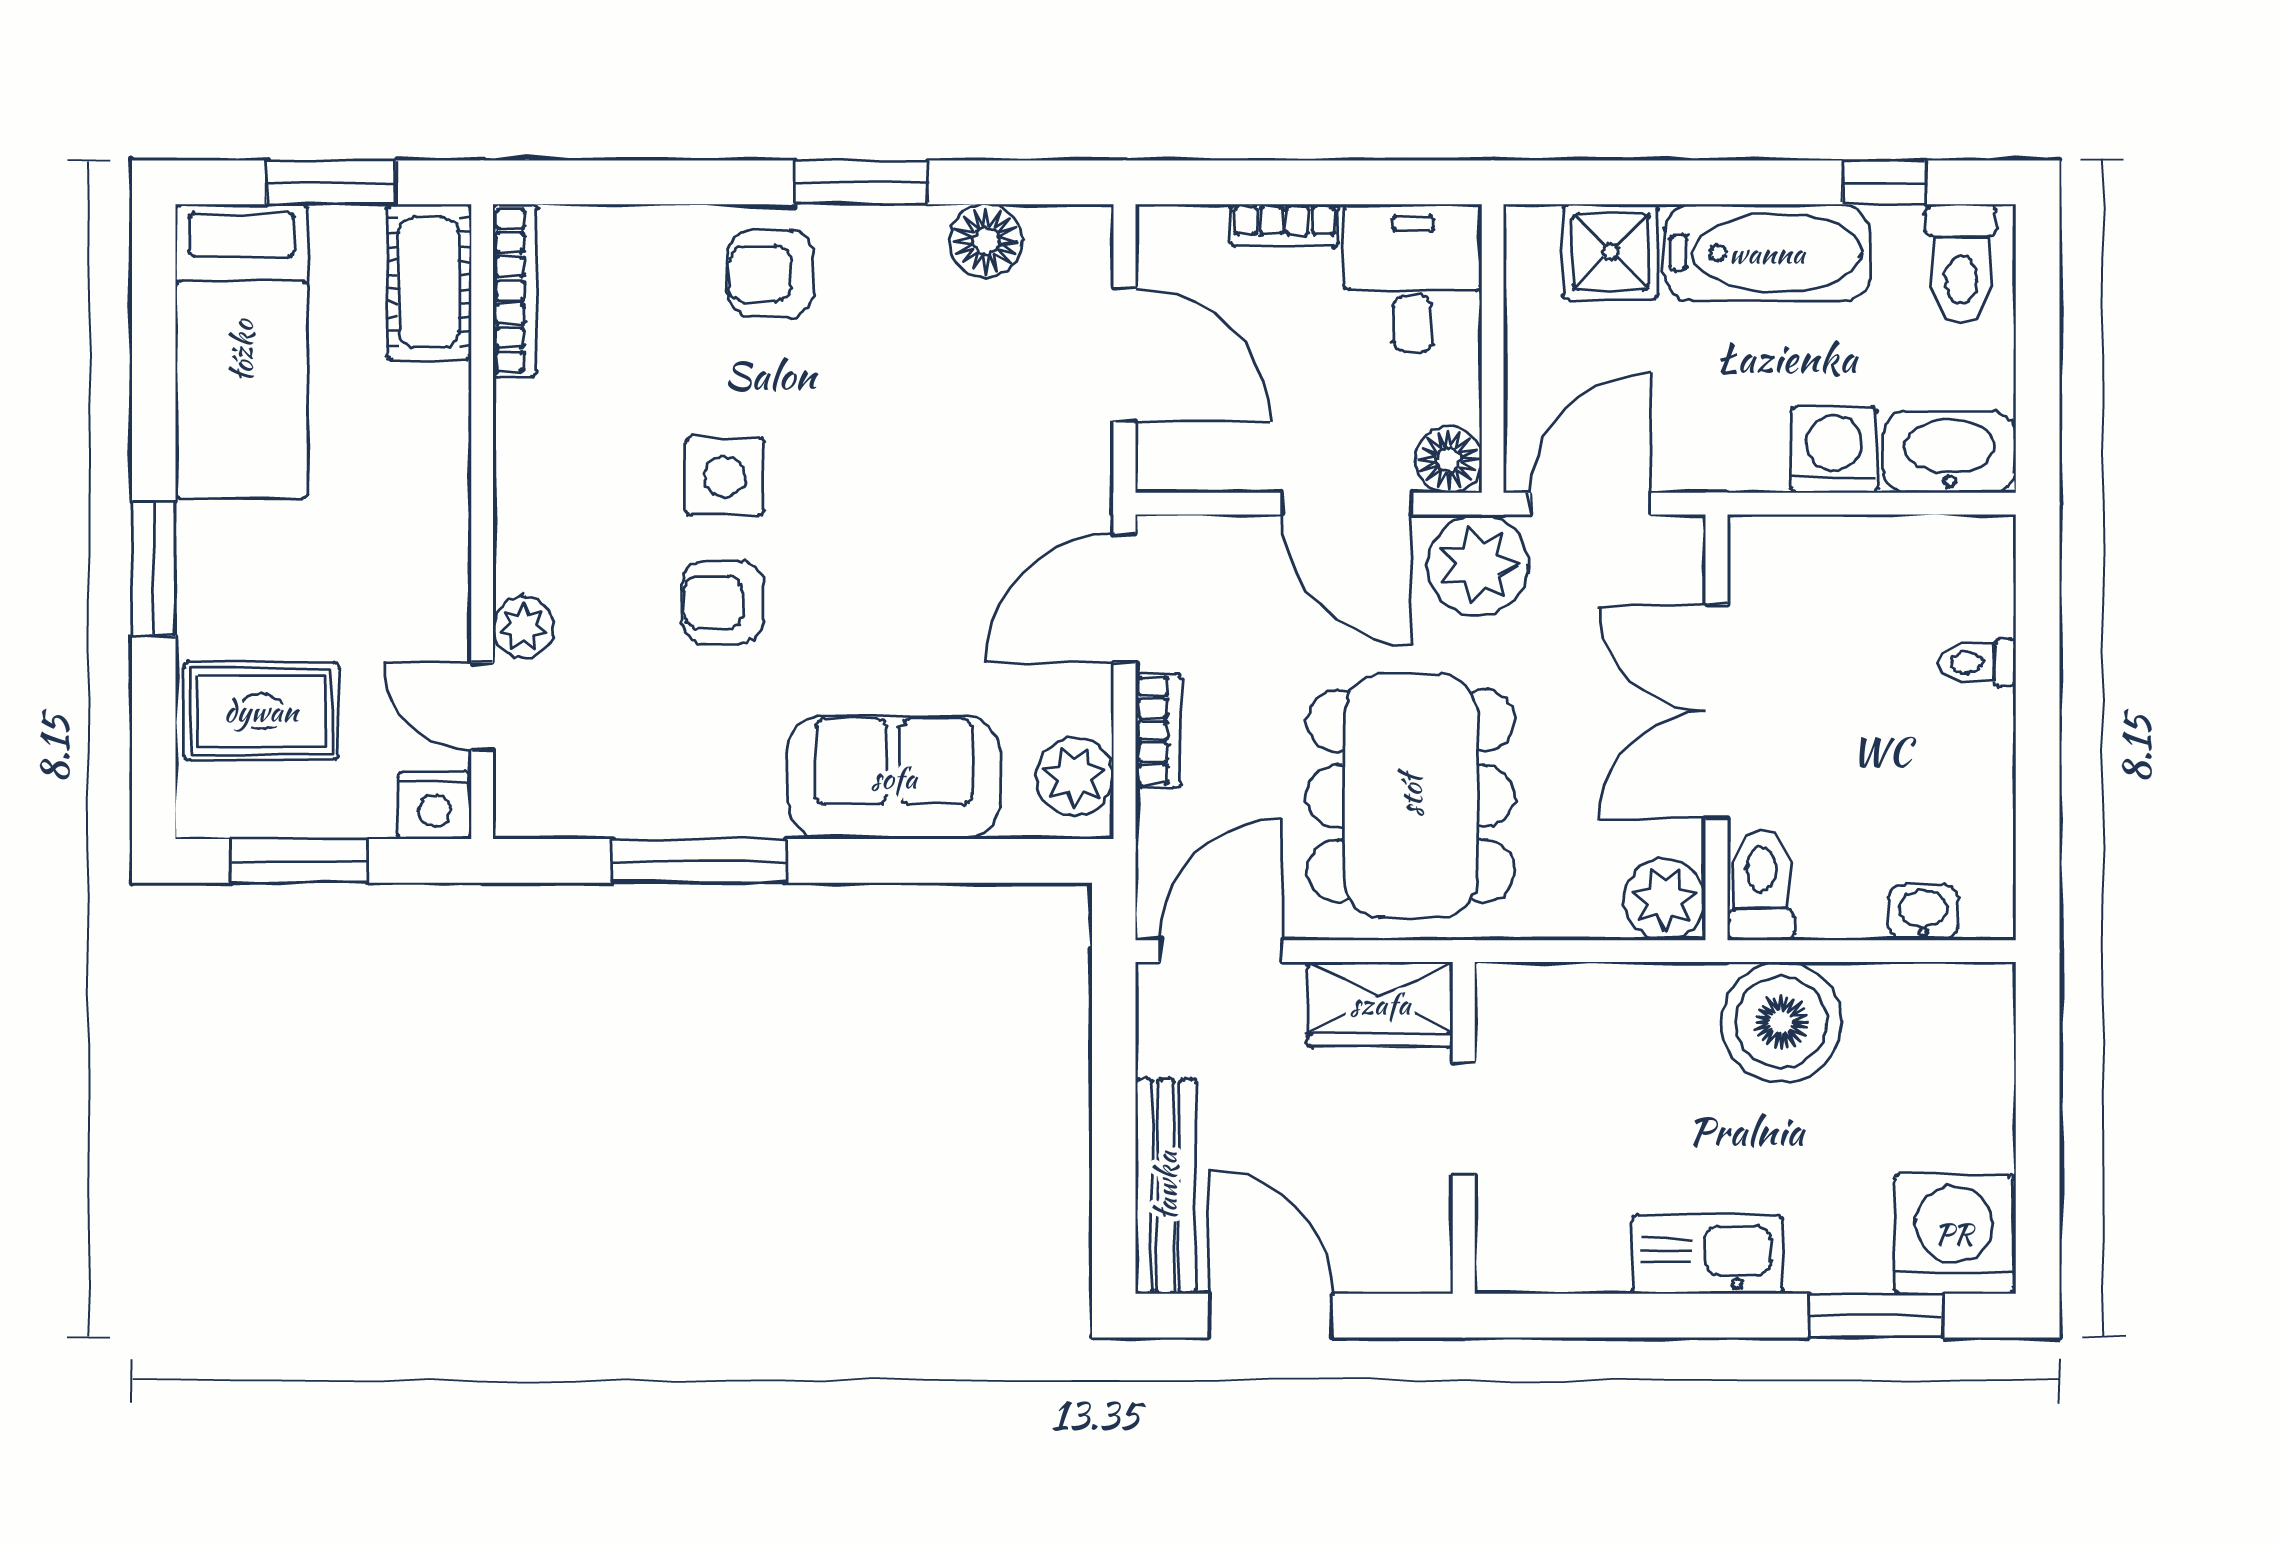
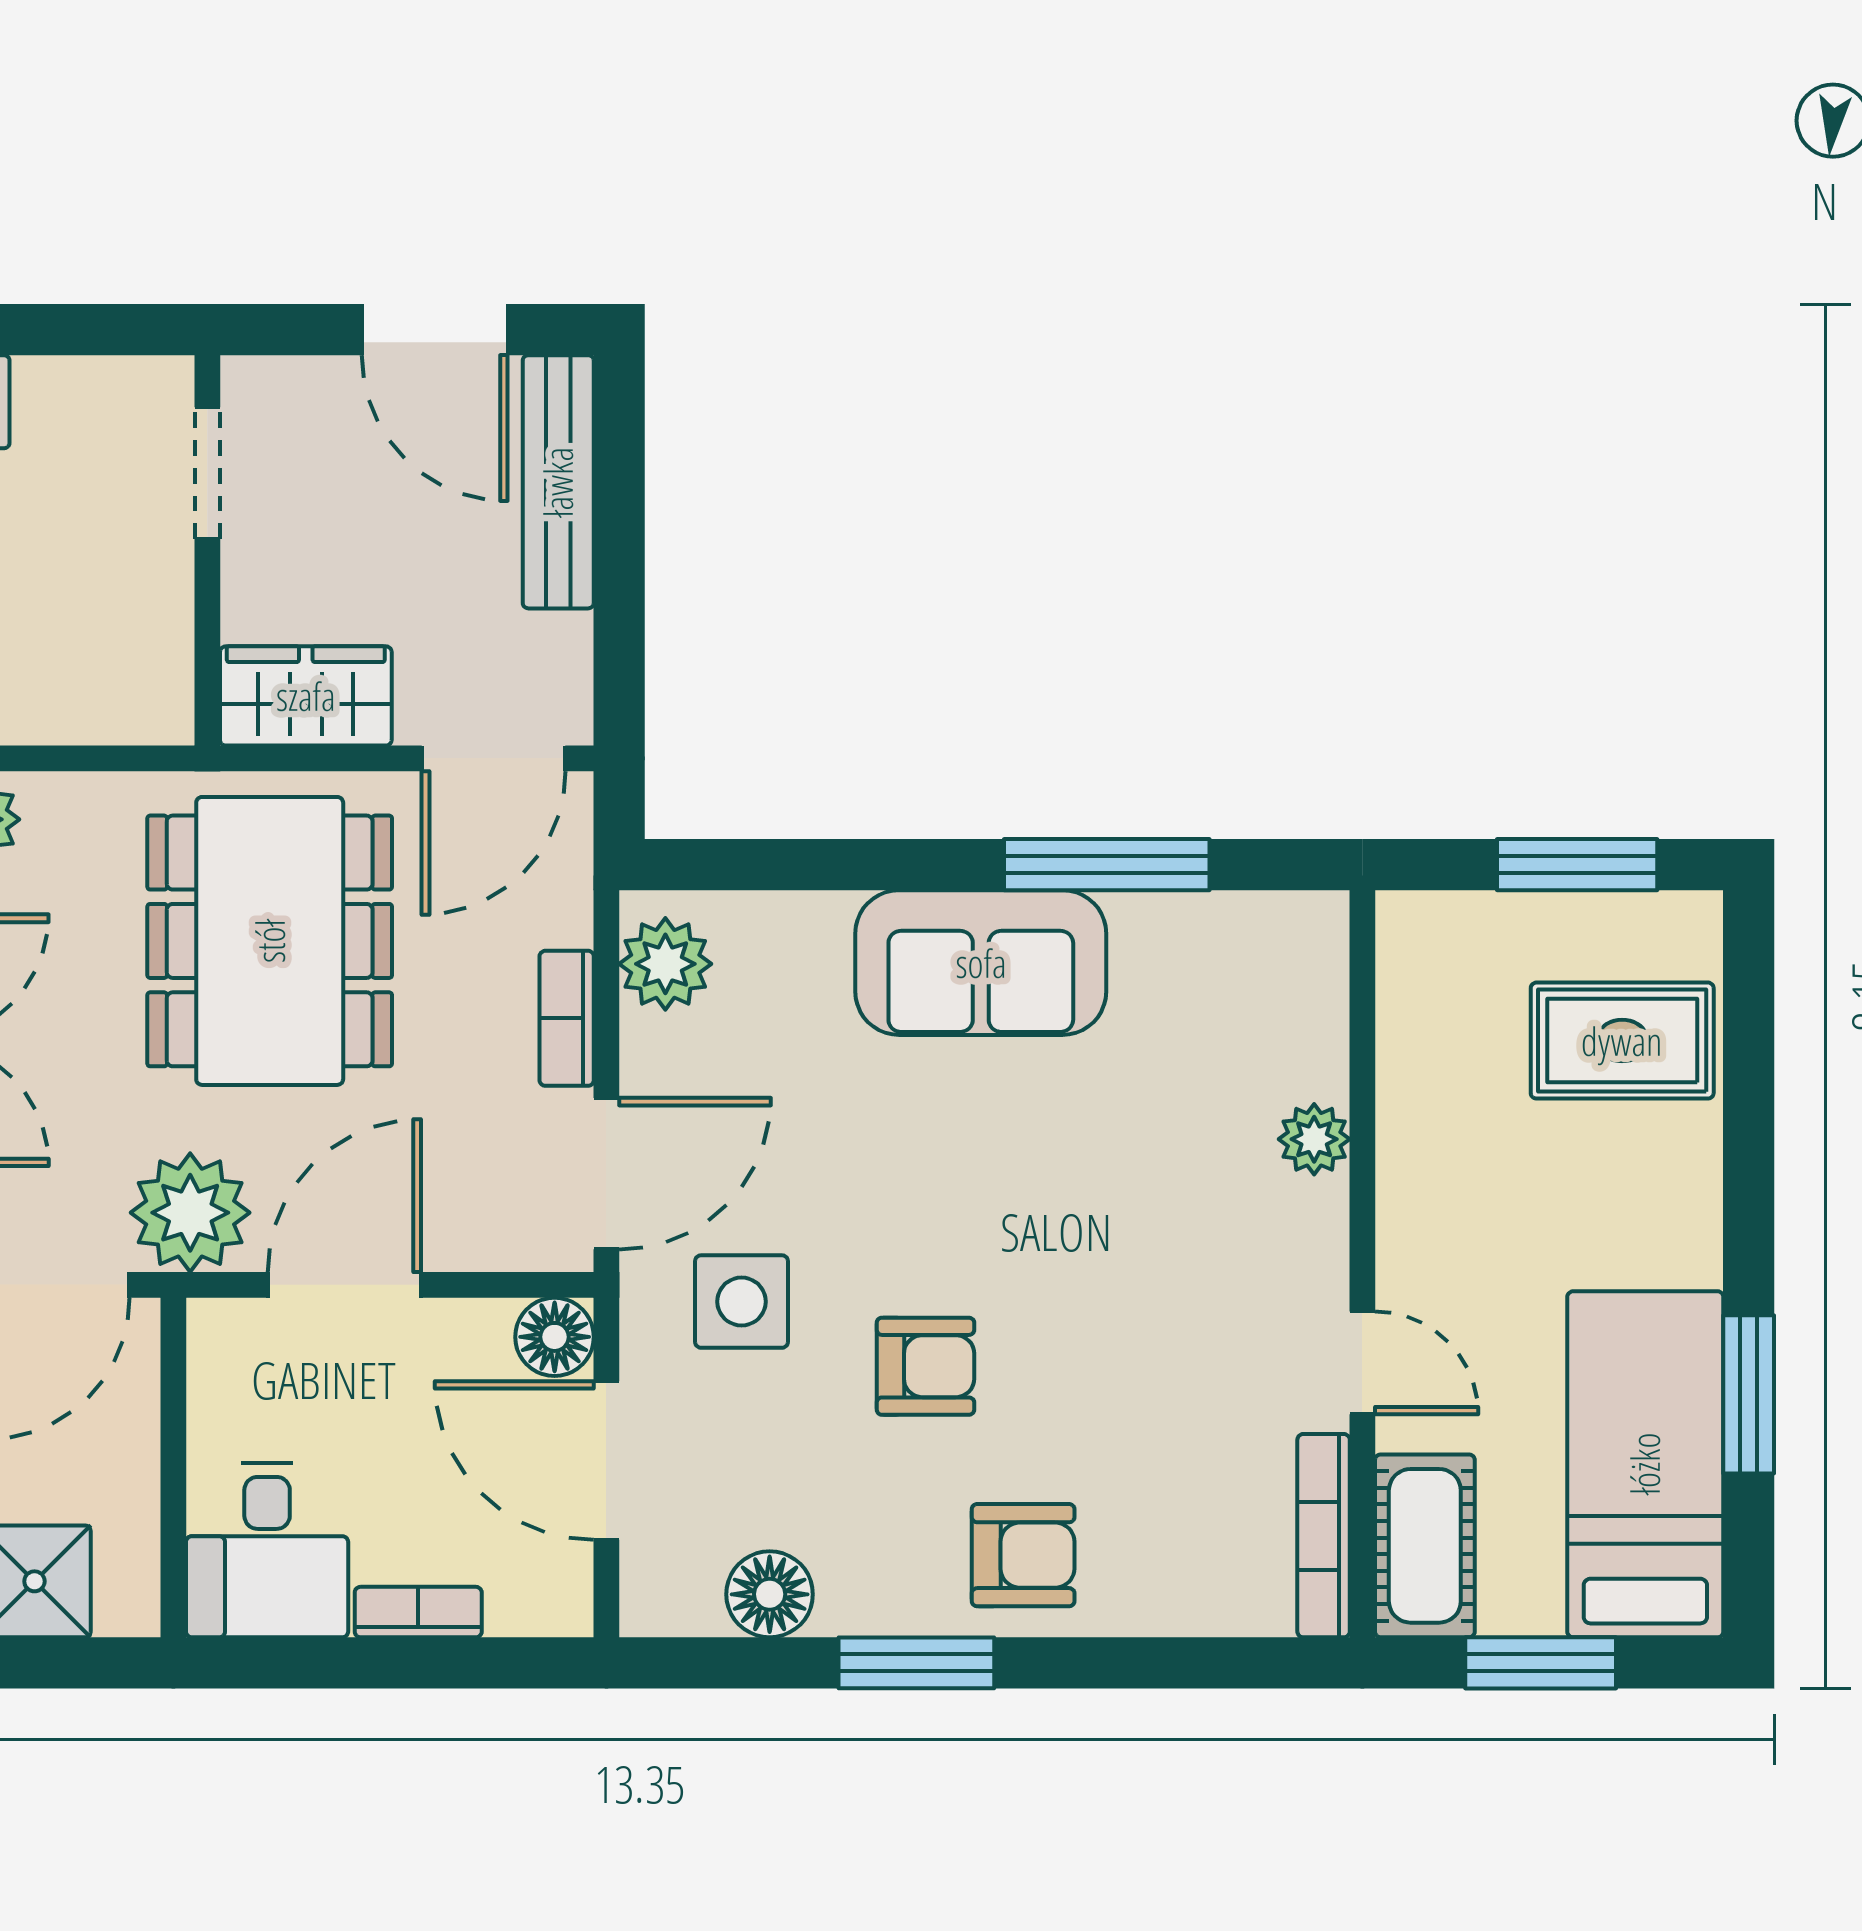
floor lamp: (1449, 459) -> (555, 1337), moved
side table: (725, 476) -> (742, 1302), moved
door: (1347, 504) -> (344, 1285), hinge flipped
window: (154, 569) -> (1749, 1394), moved
armchair: (723, 602) -> (925, 1366), moved
door: (482, 707) -> (1362, 1363), moved
sofa: (894, 778) -> (981, 963), moved
nightstand: (434, 805) -> (1418, 930), removed
doorway: (1464, 1119) -> (207, 473), moved

